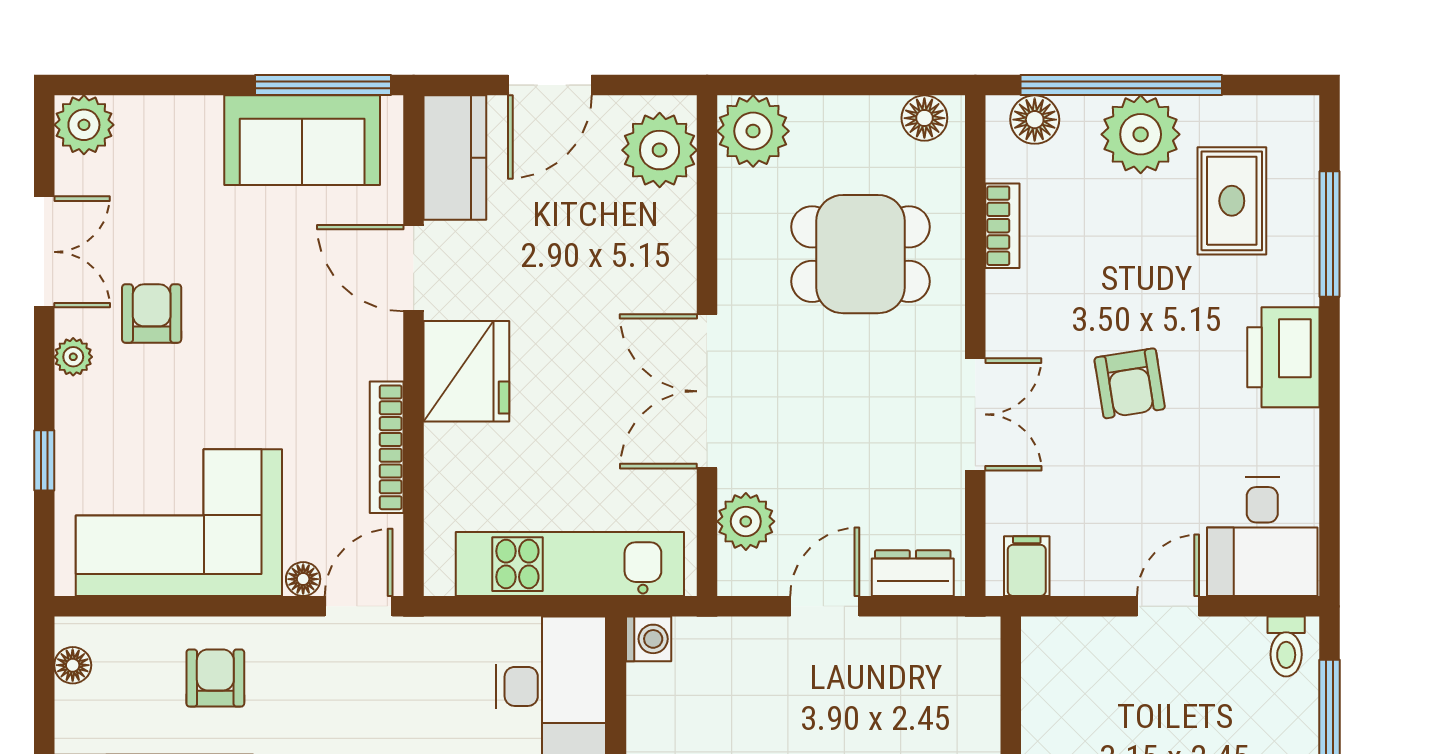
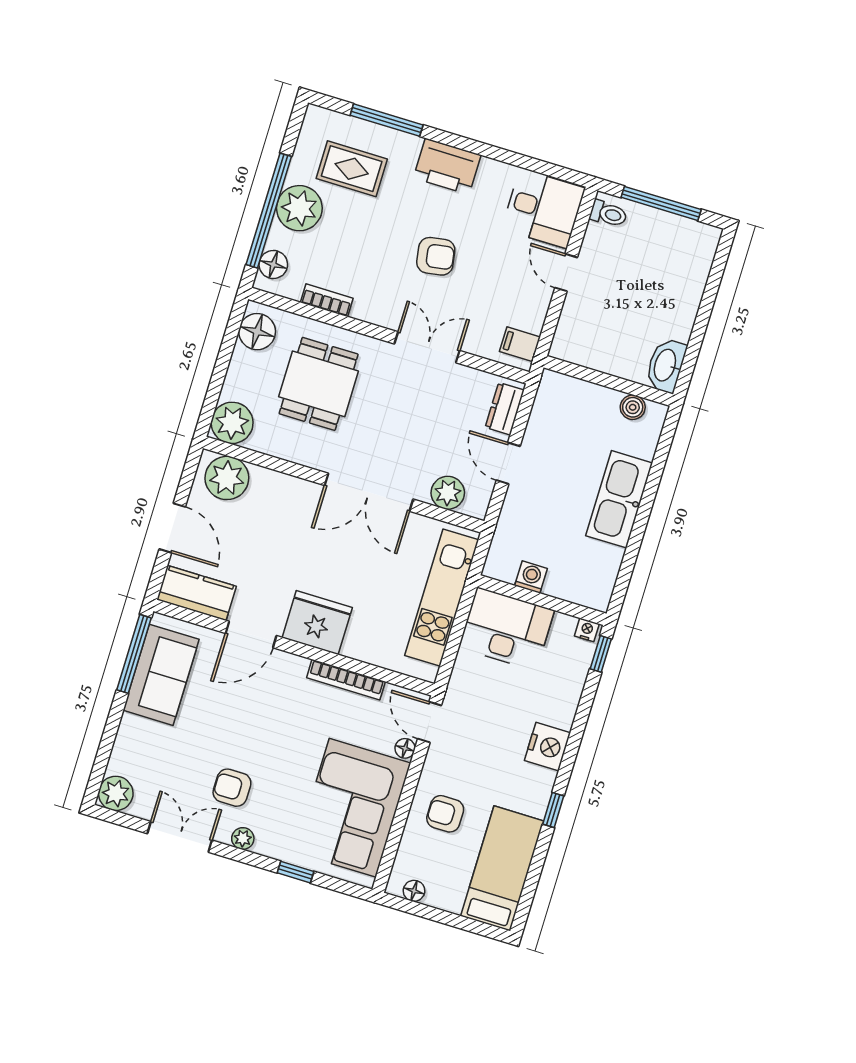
floor lamp: (924, 118) -> (257, 332), width x1.38, depth x1.38
washing machine: (649, 639) -> (531, 577), moved

